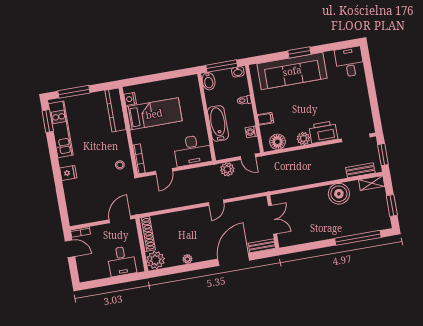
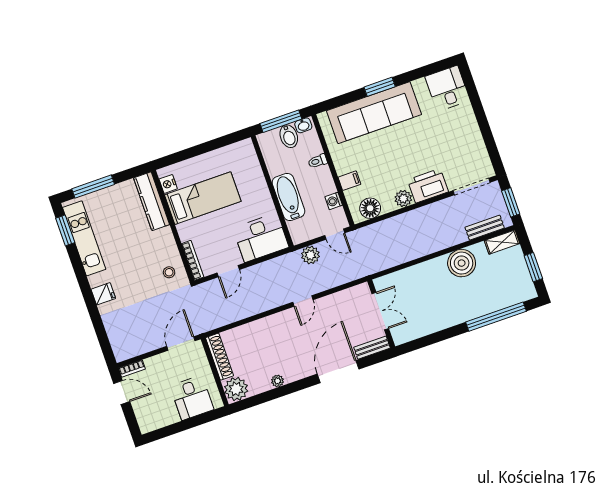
bidet: (209, 81) -> (289, 136), moved

